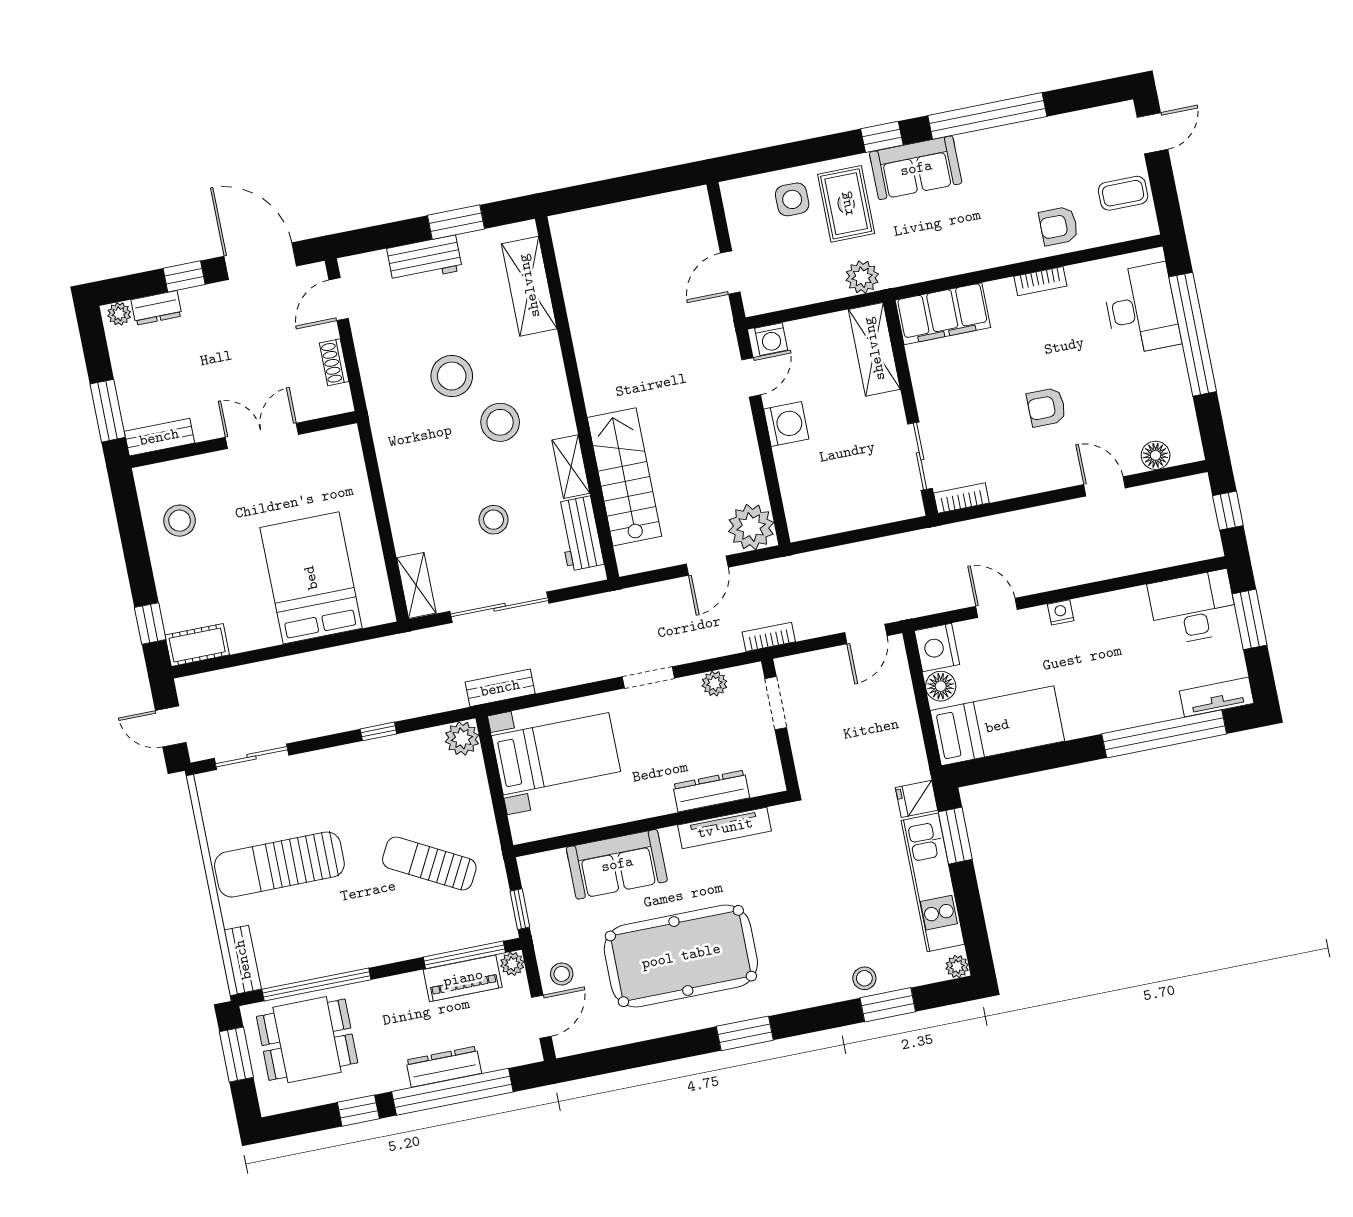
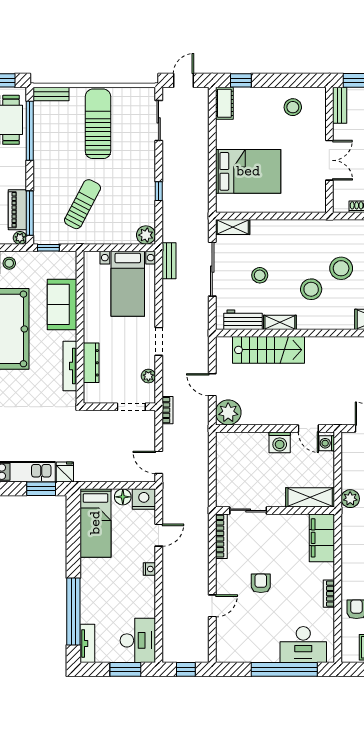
floor lamp: (1156, 455) -> (223, 637), removed
bookcase: (961, 498) -> (221, 536), width x1.56

